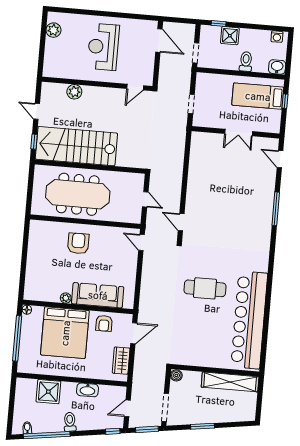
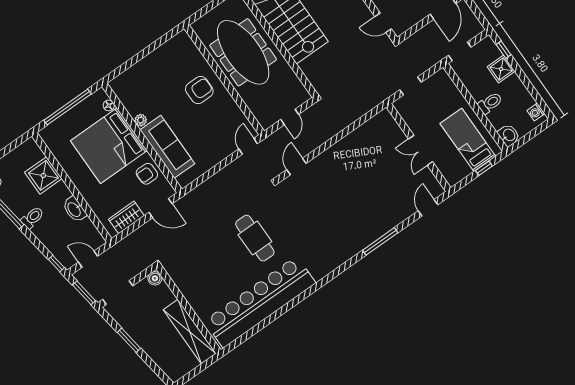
floor lamp: (27, 310) -> (109, 105), moved

